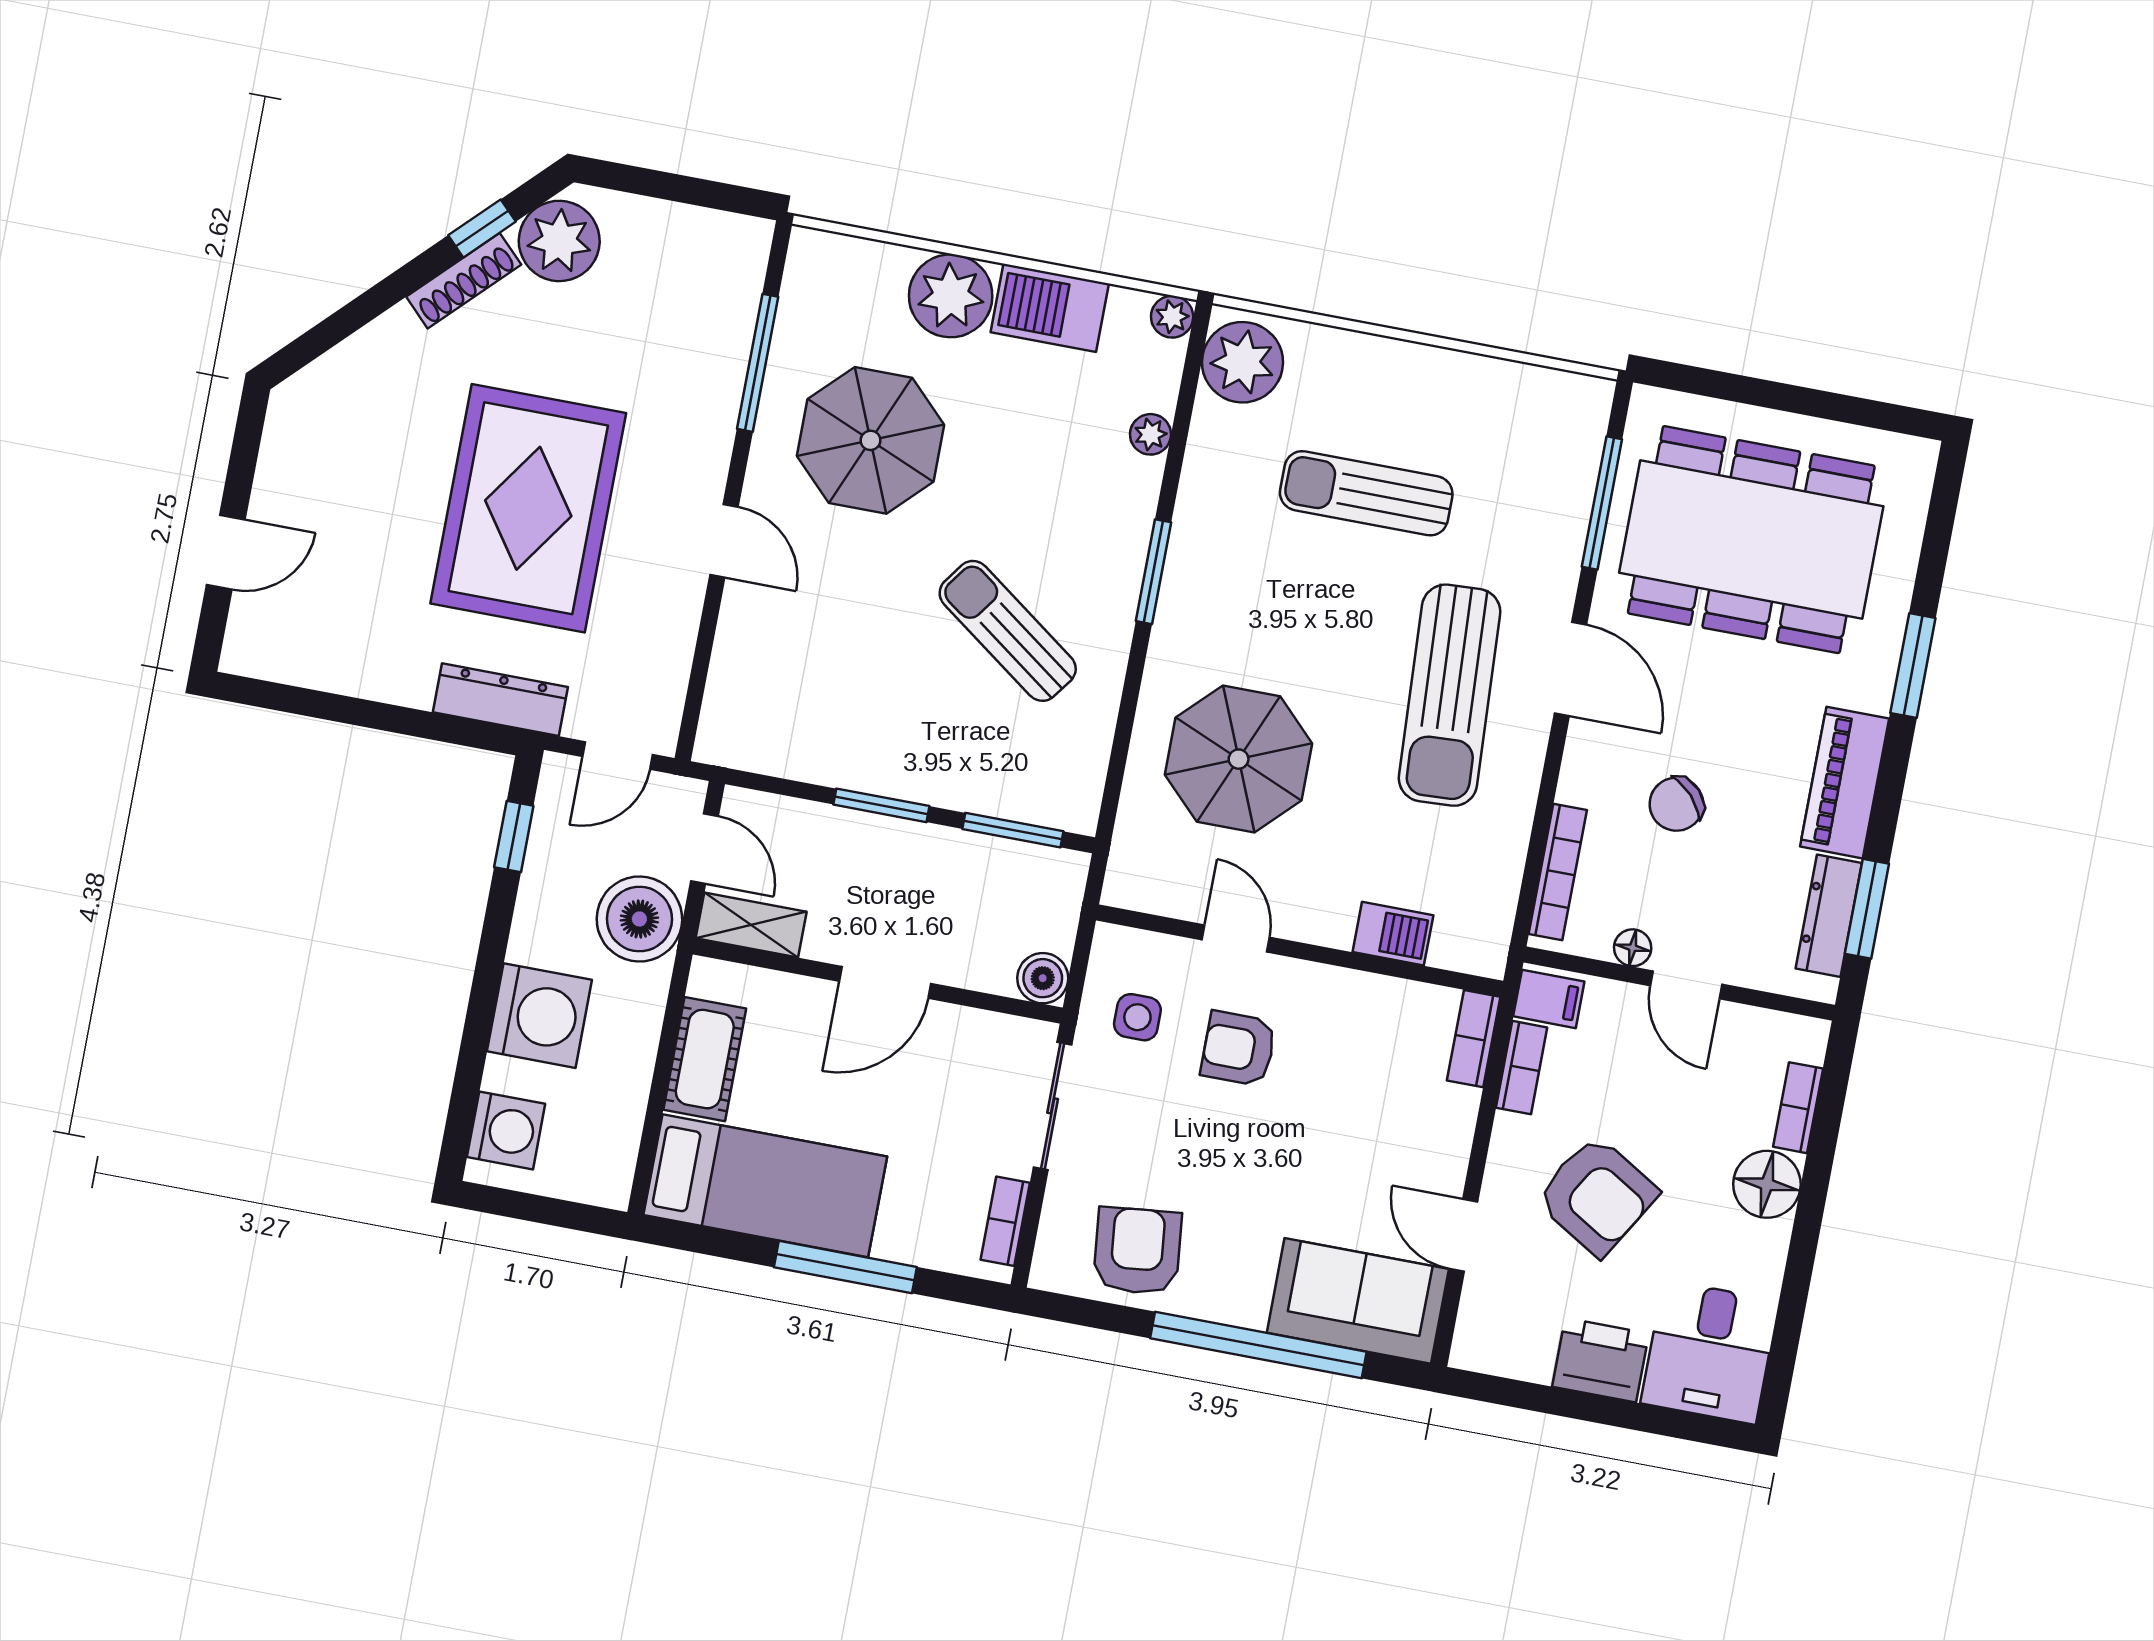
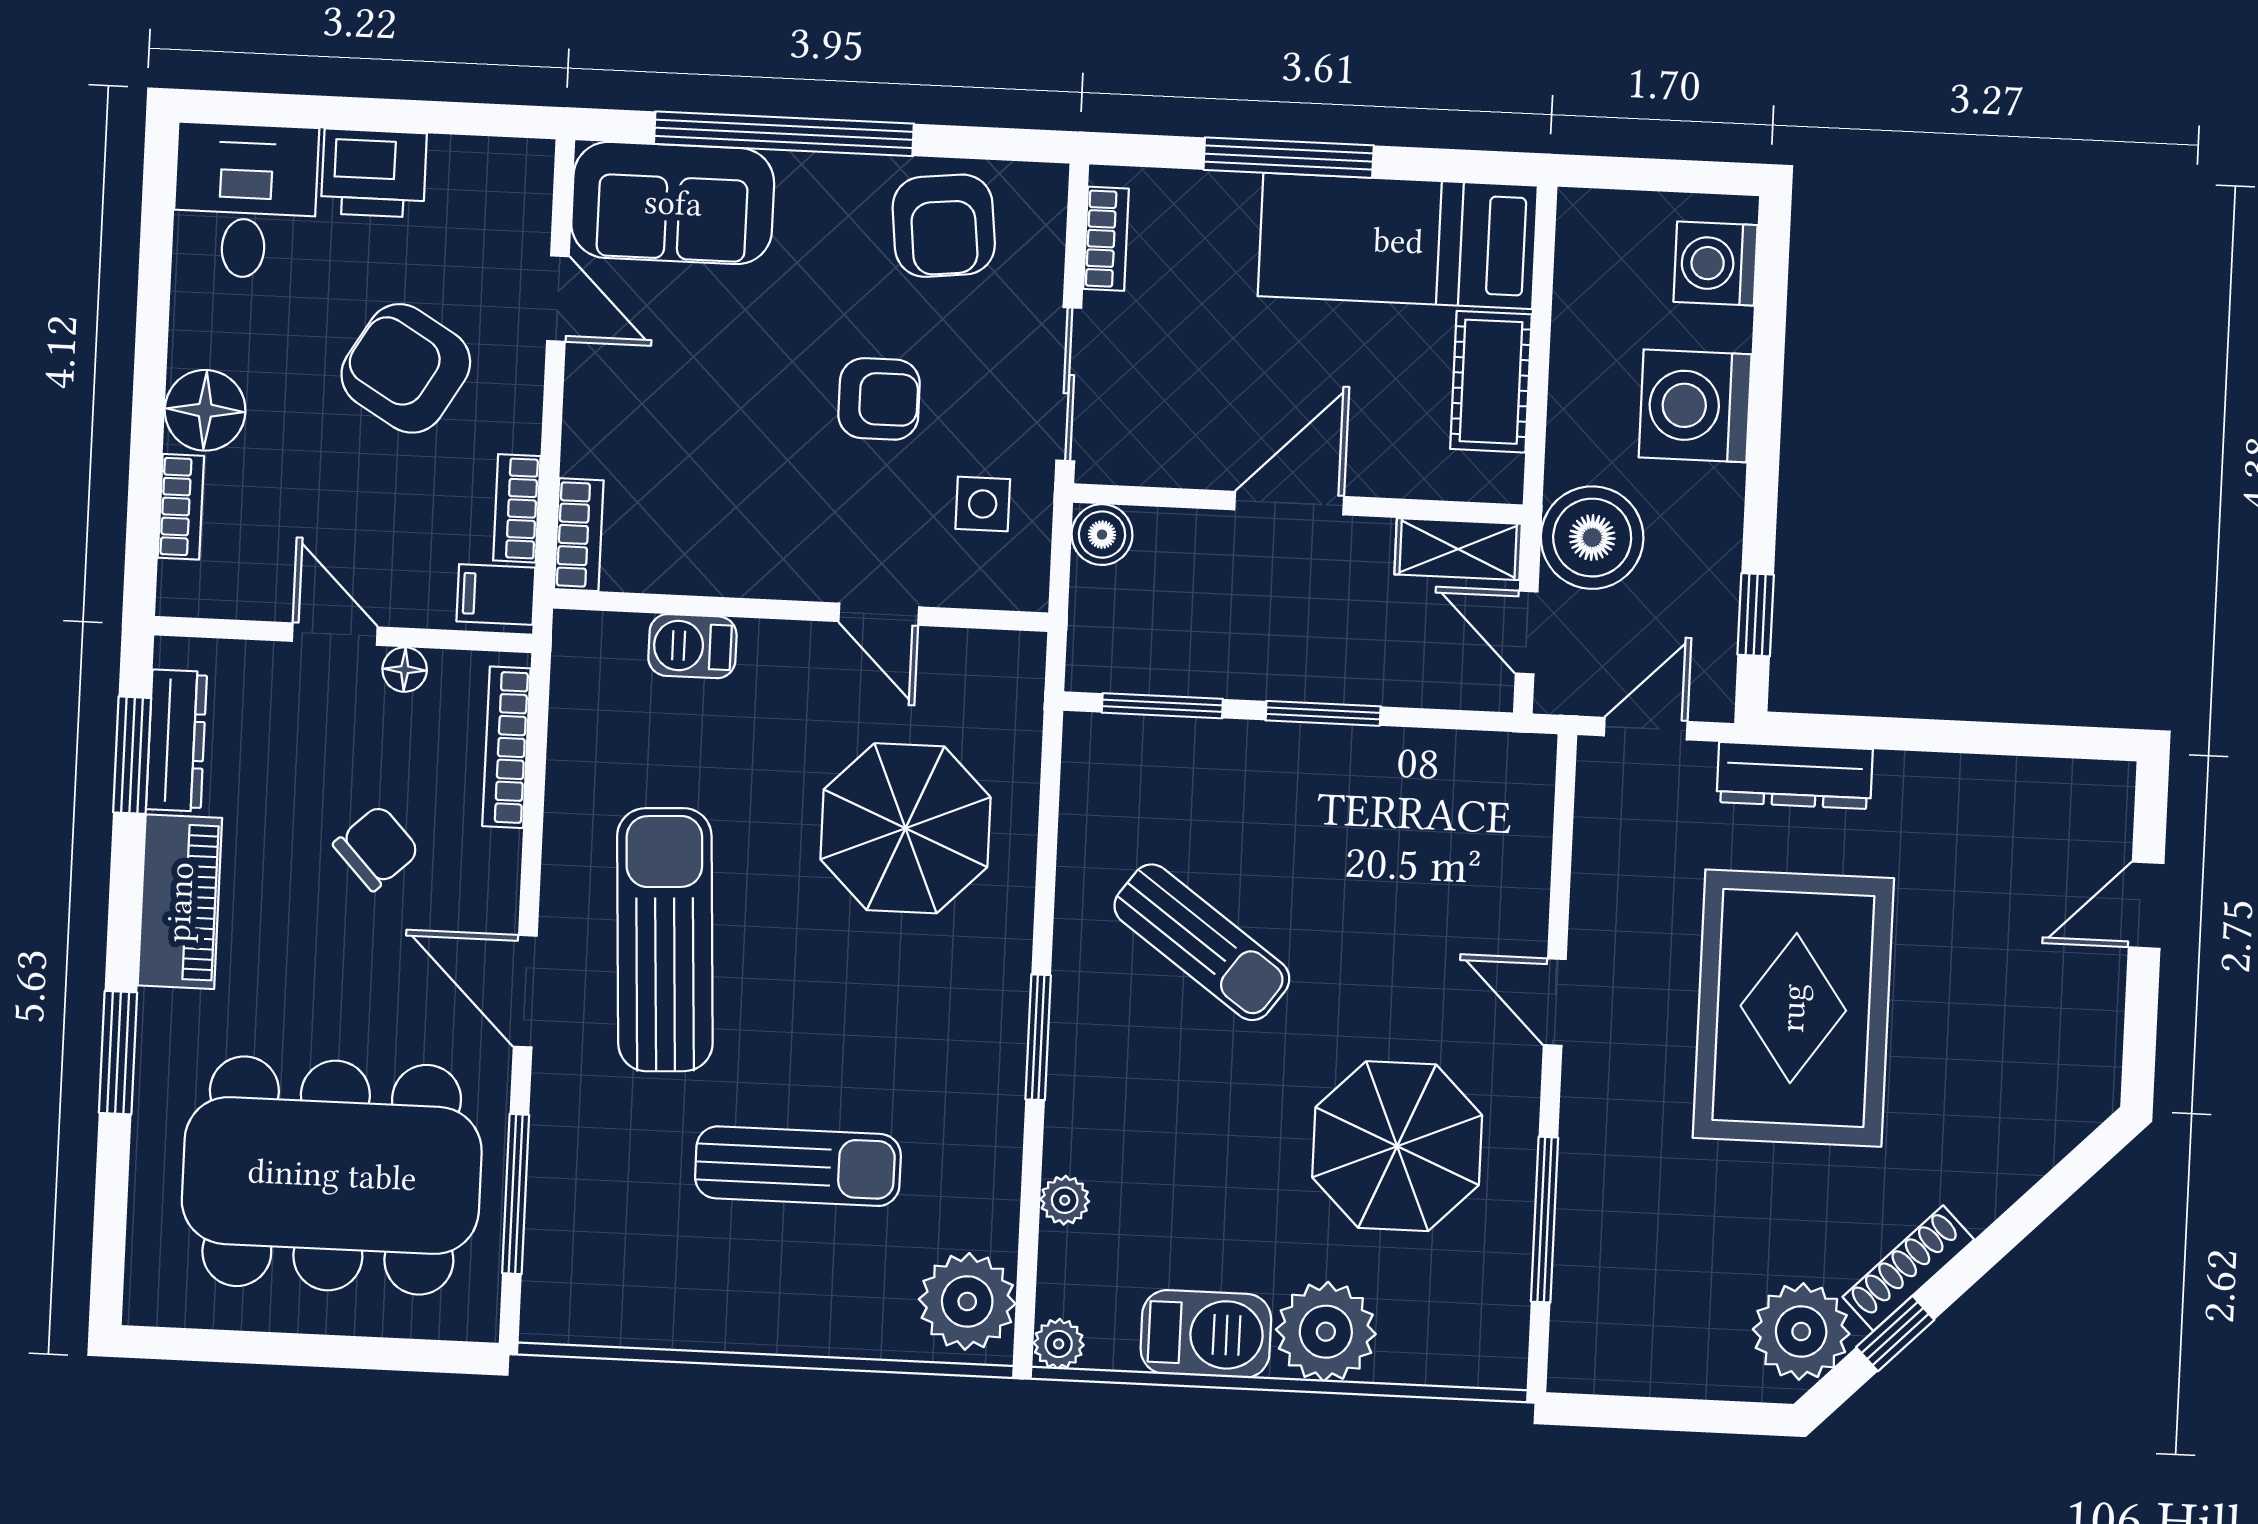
armchair: (1238, 1049) -> (879, 399), moved

